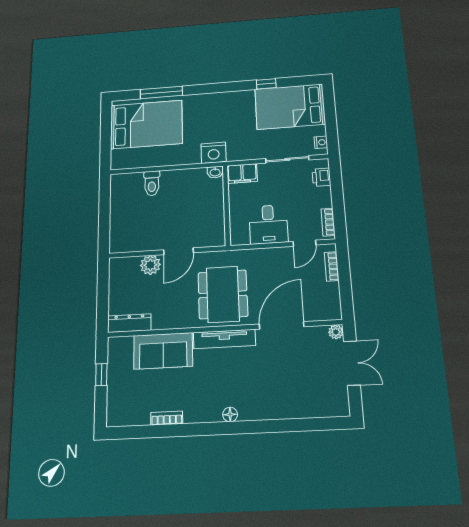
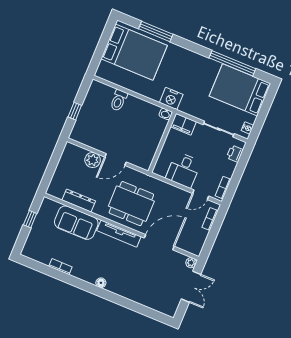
window: (266, 84) -> (232, 63), width x3.17
window: (104, 219) -> (75, 111), added
dining table: (223, 294) -> (131, 204), turned 90
dresser: (129, 323) -> (79, 201), moved

